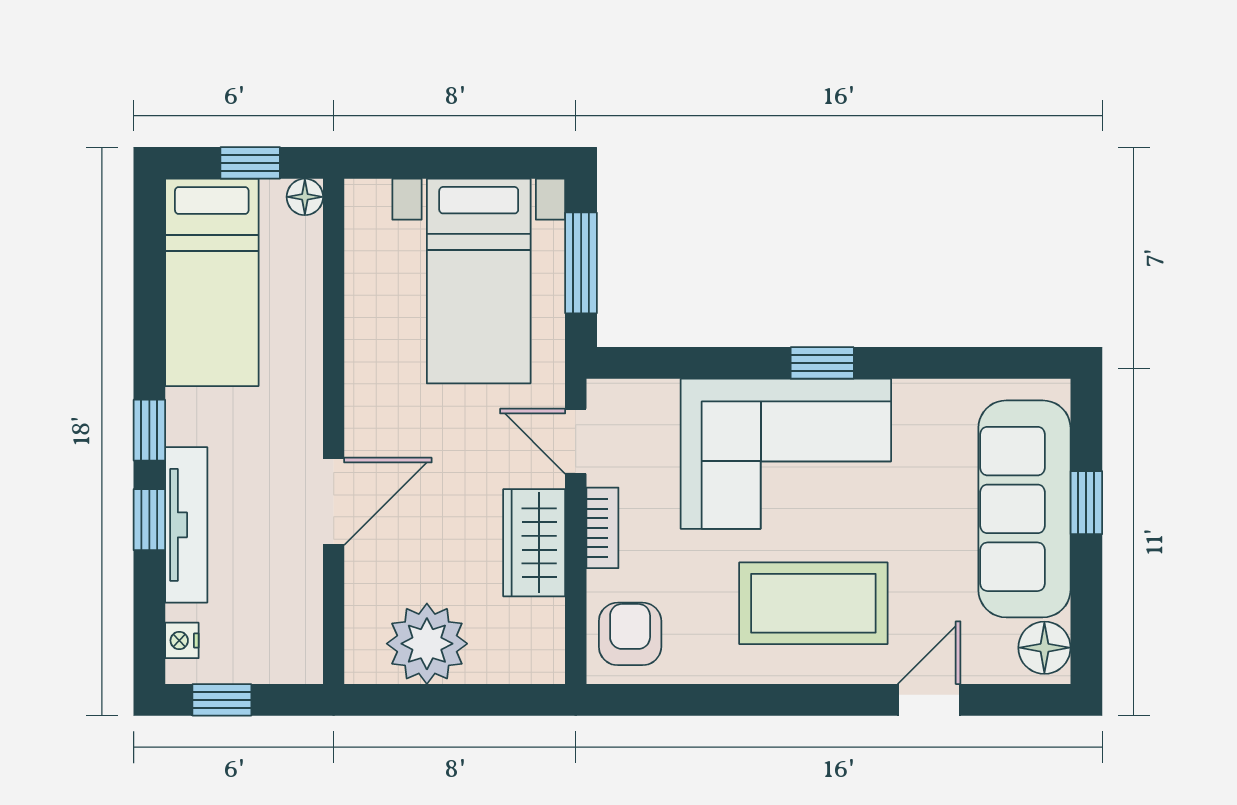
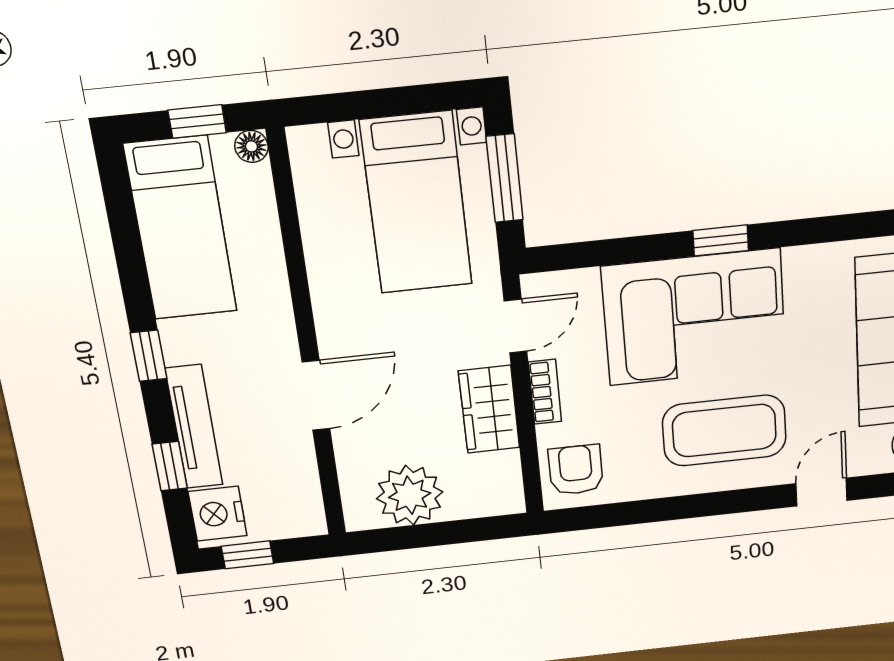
door: (576, 441) -> (515, 326), swing flipped
window: (149, 520) -> (170, 466), moved
nightstand: (182, 640) -> (218, 514), width x1.89, depth x1.79

